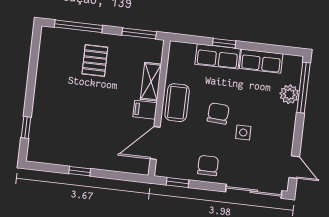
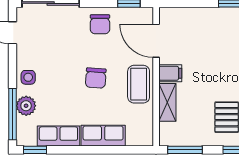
window: (224, 43) -> (35, 150), moved
side table: (243, 132) -> (28, 77), moved
door: (155, 143) -> (156, 41), swing flipped

